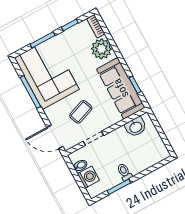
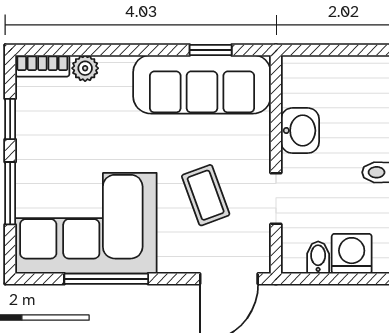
plant: (101, 49) -> (85, 68), width x0.53, depth x0.53
washbasin: (136, 127) -> (300, 131), moved

